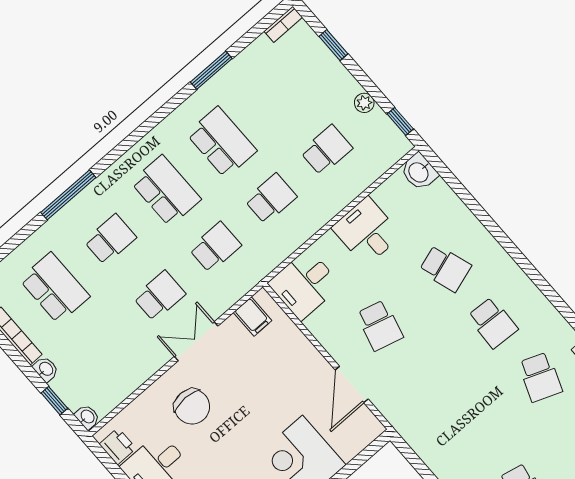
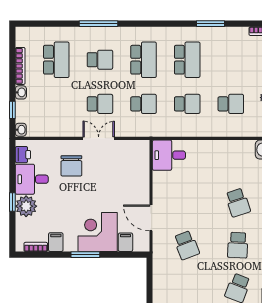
desk: (367, 231) -> (217, 156), removed
filing cabinet: (253, 317) -> (125, 242), moved, turned 180
school desk: (380, 325) -> (186, 245), moved, turned -36
door: (352, 384) -> (151, 218), hinge flipped

